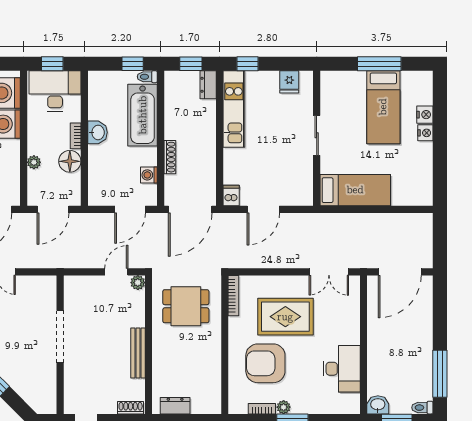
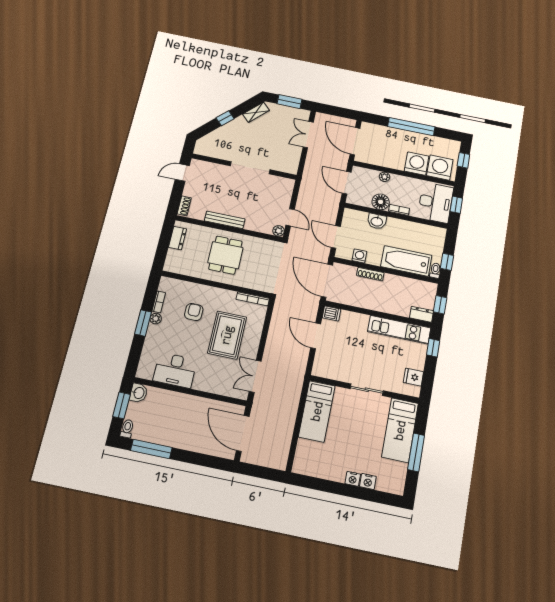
bed: (383, 107) -> (400, 430), moved, turned -90
washbasin: (98, 132) -> (377, 221), moved
dining table: (186, 306) -> (225, 255), moved
armchair: (265, 363) -> (194, 312), width x0.53, depth x0.53

